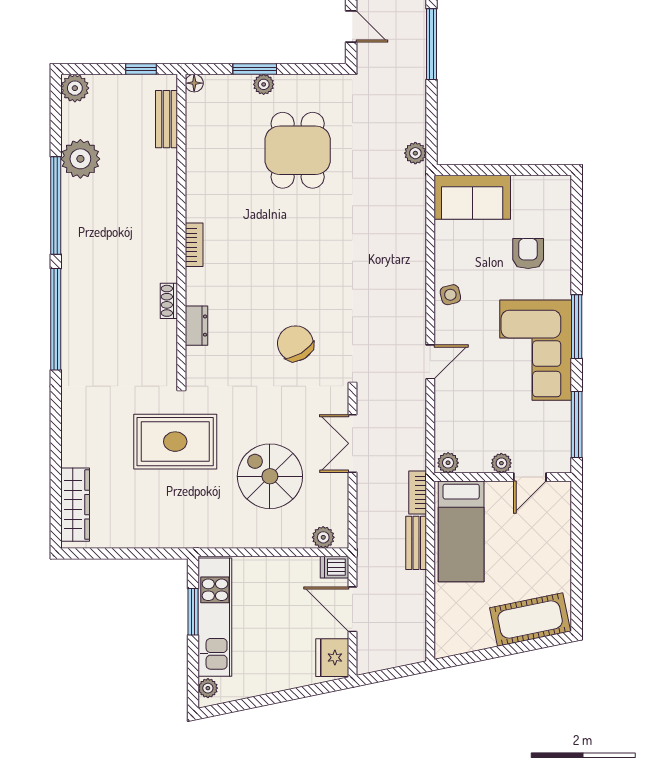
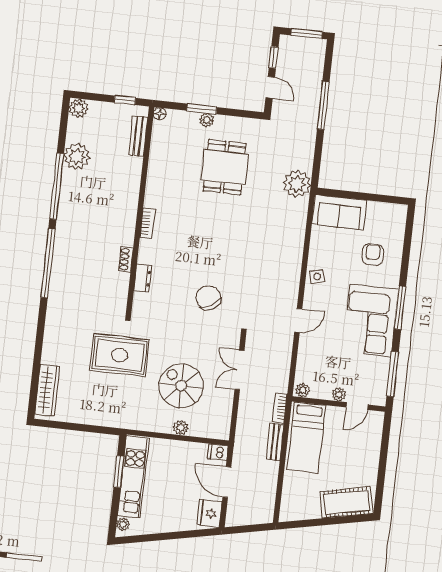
plant: (415, 153) -> (297, 184), width x1.88, depth x1.88
plant: (323, 537) -> (181, 428), moved

